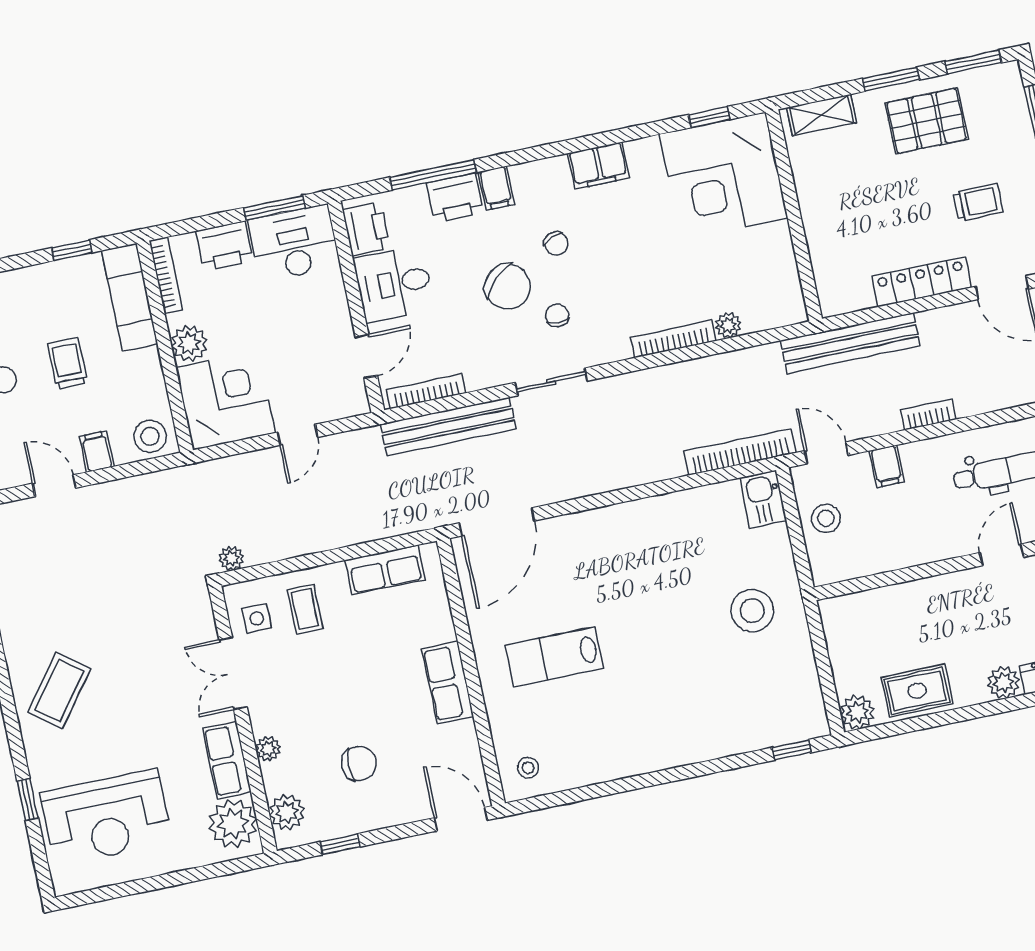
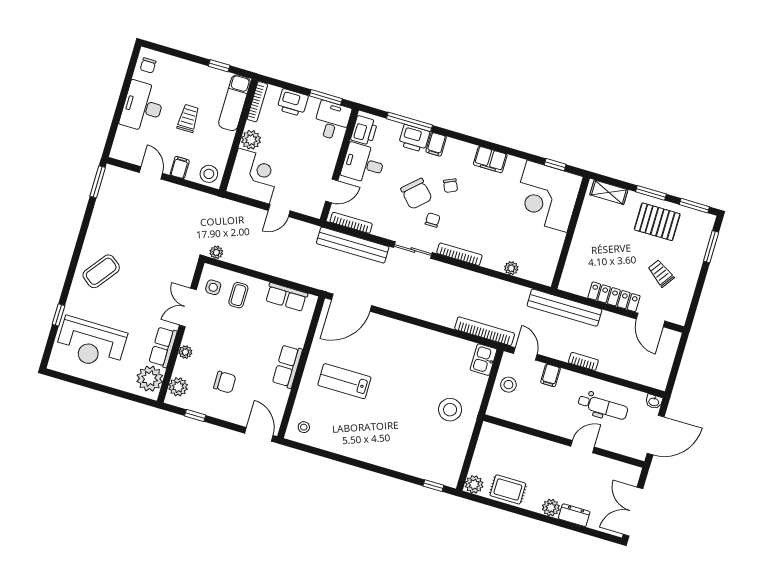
trolley: (978, 202) -> (661, 273), turned -145
desk: (294, 243) -> (332, 121), width x0.73
bookcase: (673, 339) -> (459, 254), moved

